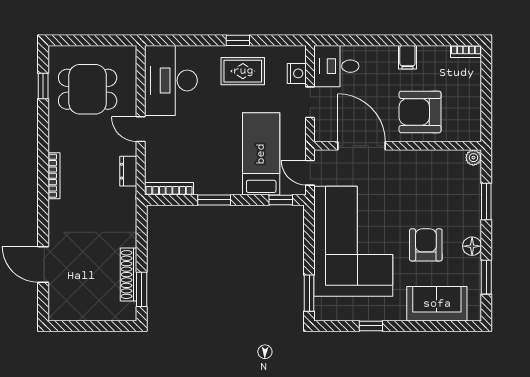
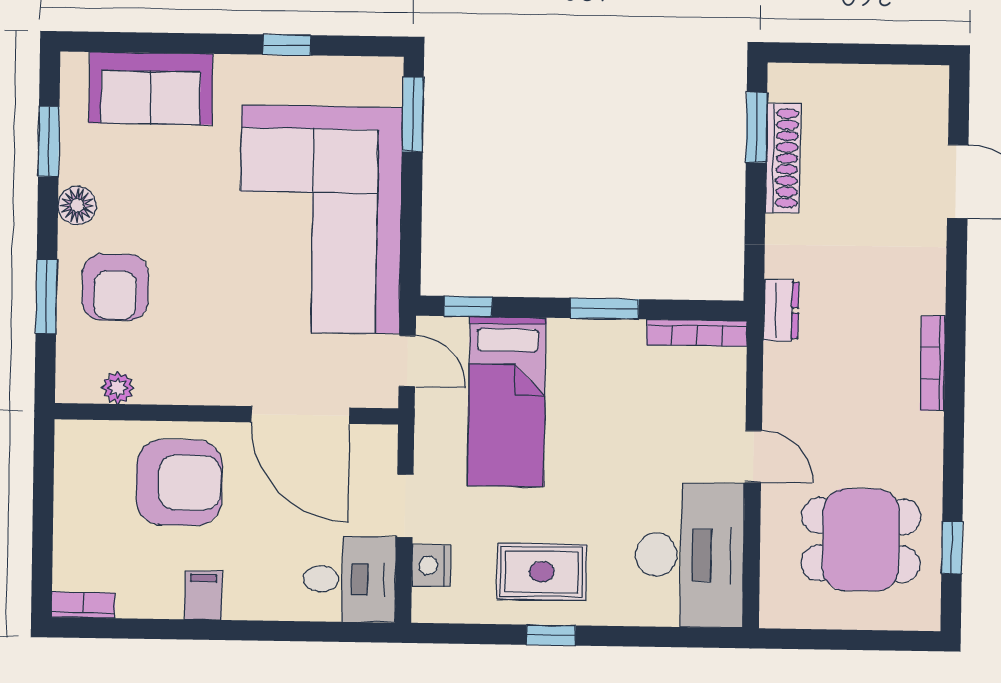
plant: (473, 158) -> (118, 388), moved
dresser: (128, 171) -> (781, 310), moved
armchair: (426, 245) -> (115, 287), moved

